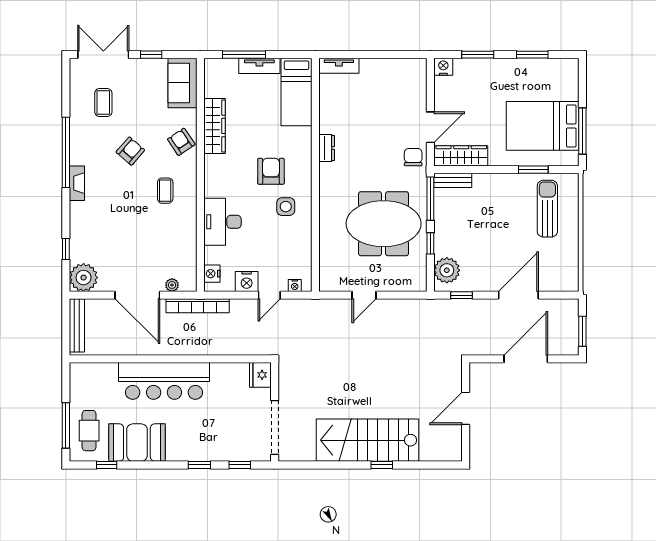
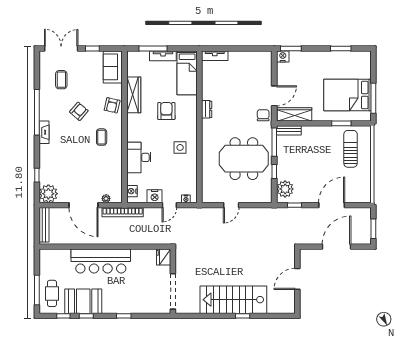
window: (478, 55) -> (291, 48), moved
armchair: (181, 142) -> (112, 105), turned -133
armchair: (271, 171) -> (166, 111), moved
window: (240, 465) -> (86, 316), moved

